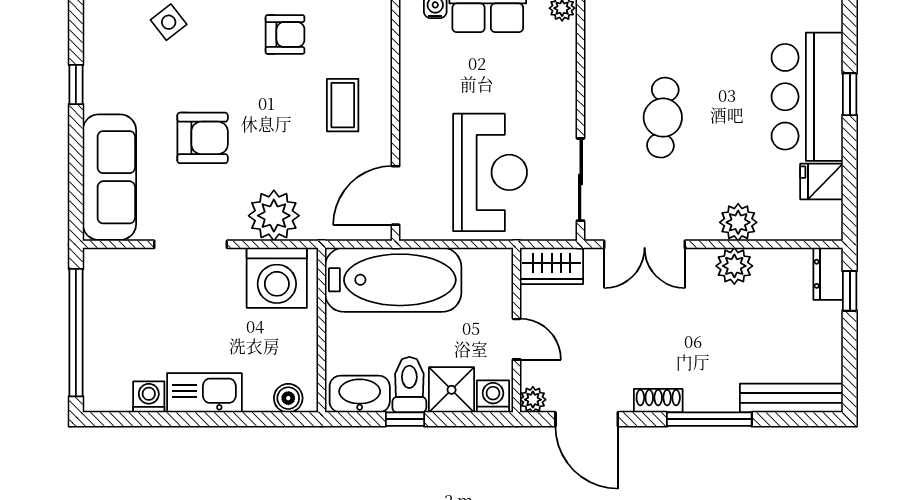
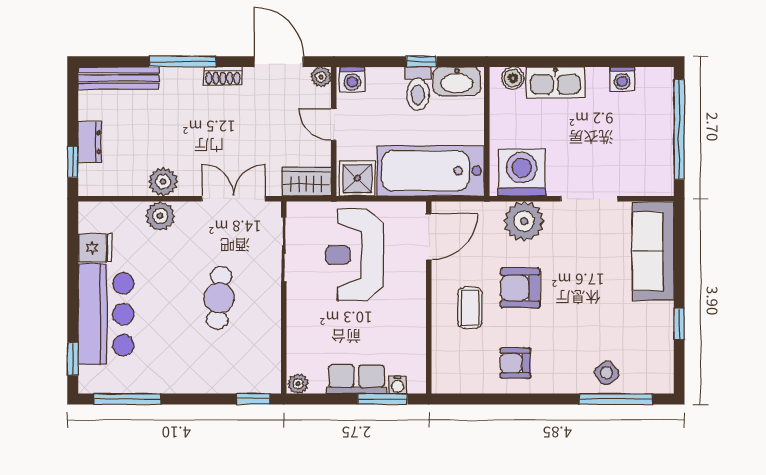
window: (850, 94) -> (73, 359), moved
armchair: (203, 138) -> (520, 288), moved
dresser: (828, 274) -> (90, 142), moved
shower: (452, 390) -> (357, 178), moved
kitchen sink: (204, 393) -> (555, 82), moved

